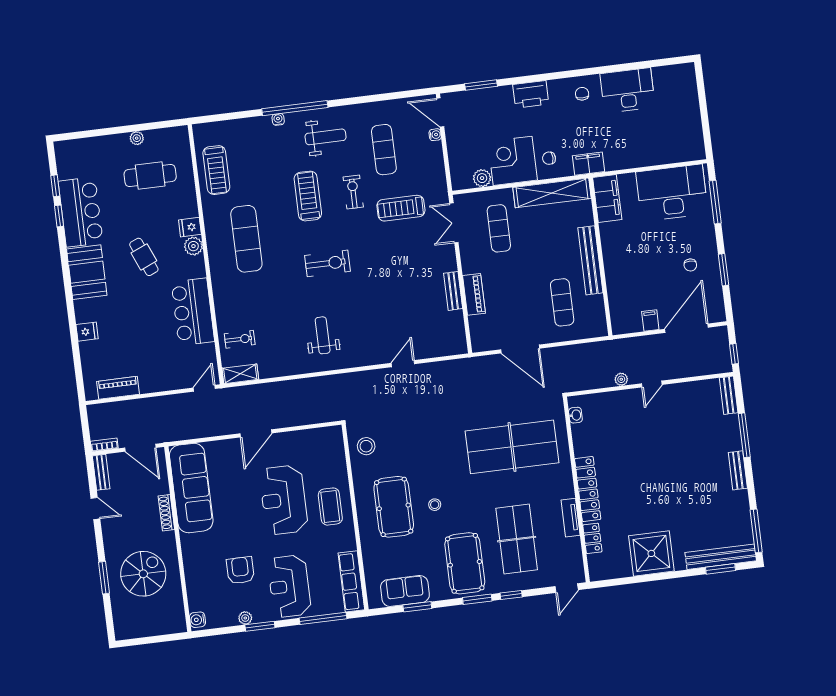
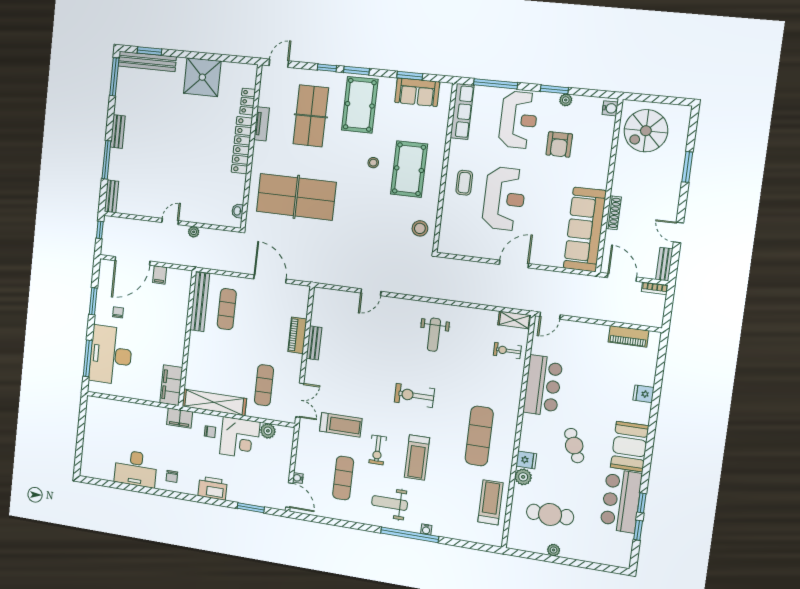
desk: (672, 193) -> (111, 355), moved, turned 90
plant: (193, 246) -> (523, 477), moved
bench: (590, 260) -> (200, 302), moved
coffee table: (330, 507) -> (464, 183), width x0.73, depth x0.77
spiral stairs: (143, 574) -> (646, 131), moved

